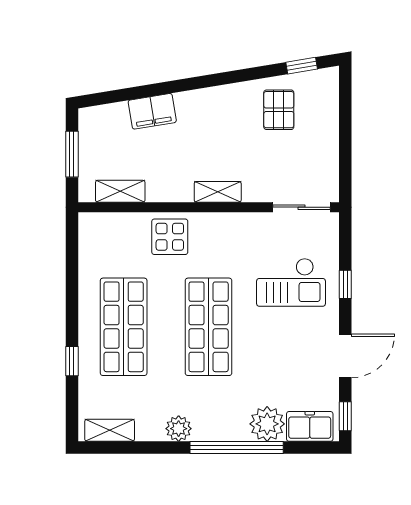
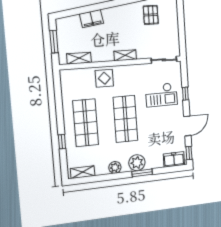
plant: (267, 424) -> (137, 163), moved
window: (237, 448) -> (142, 173), width x0.47

